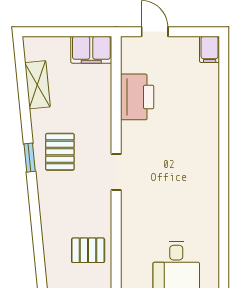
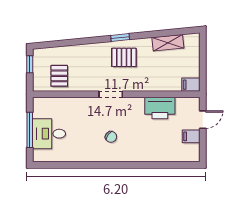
filing cabinet: (210, 49) -> (191, 136), moved
filing cabinet: (91, 50) -> (191, 85), width x0.50
chair: (181, 172) -> (111, 137), added

